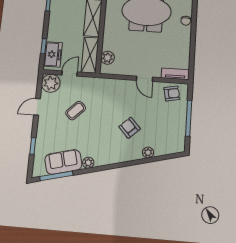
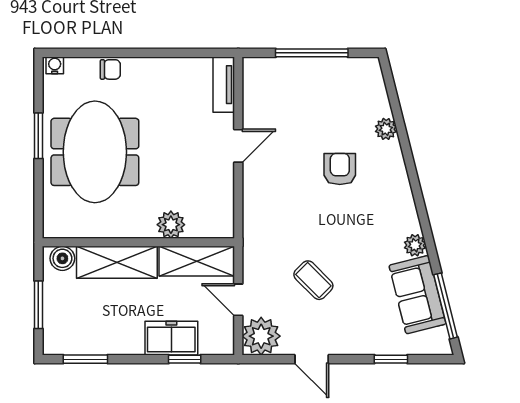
freezer: (53, 54) -> (171, 338), moved
plant: (108, 58) -> (171, 225), moved
armchair: (172, 93) -> (265, 89), removed
armchair: (130, 128) -> (340, 169), turned 133

